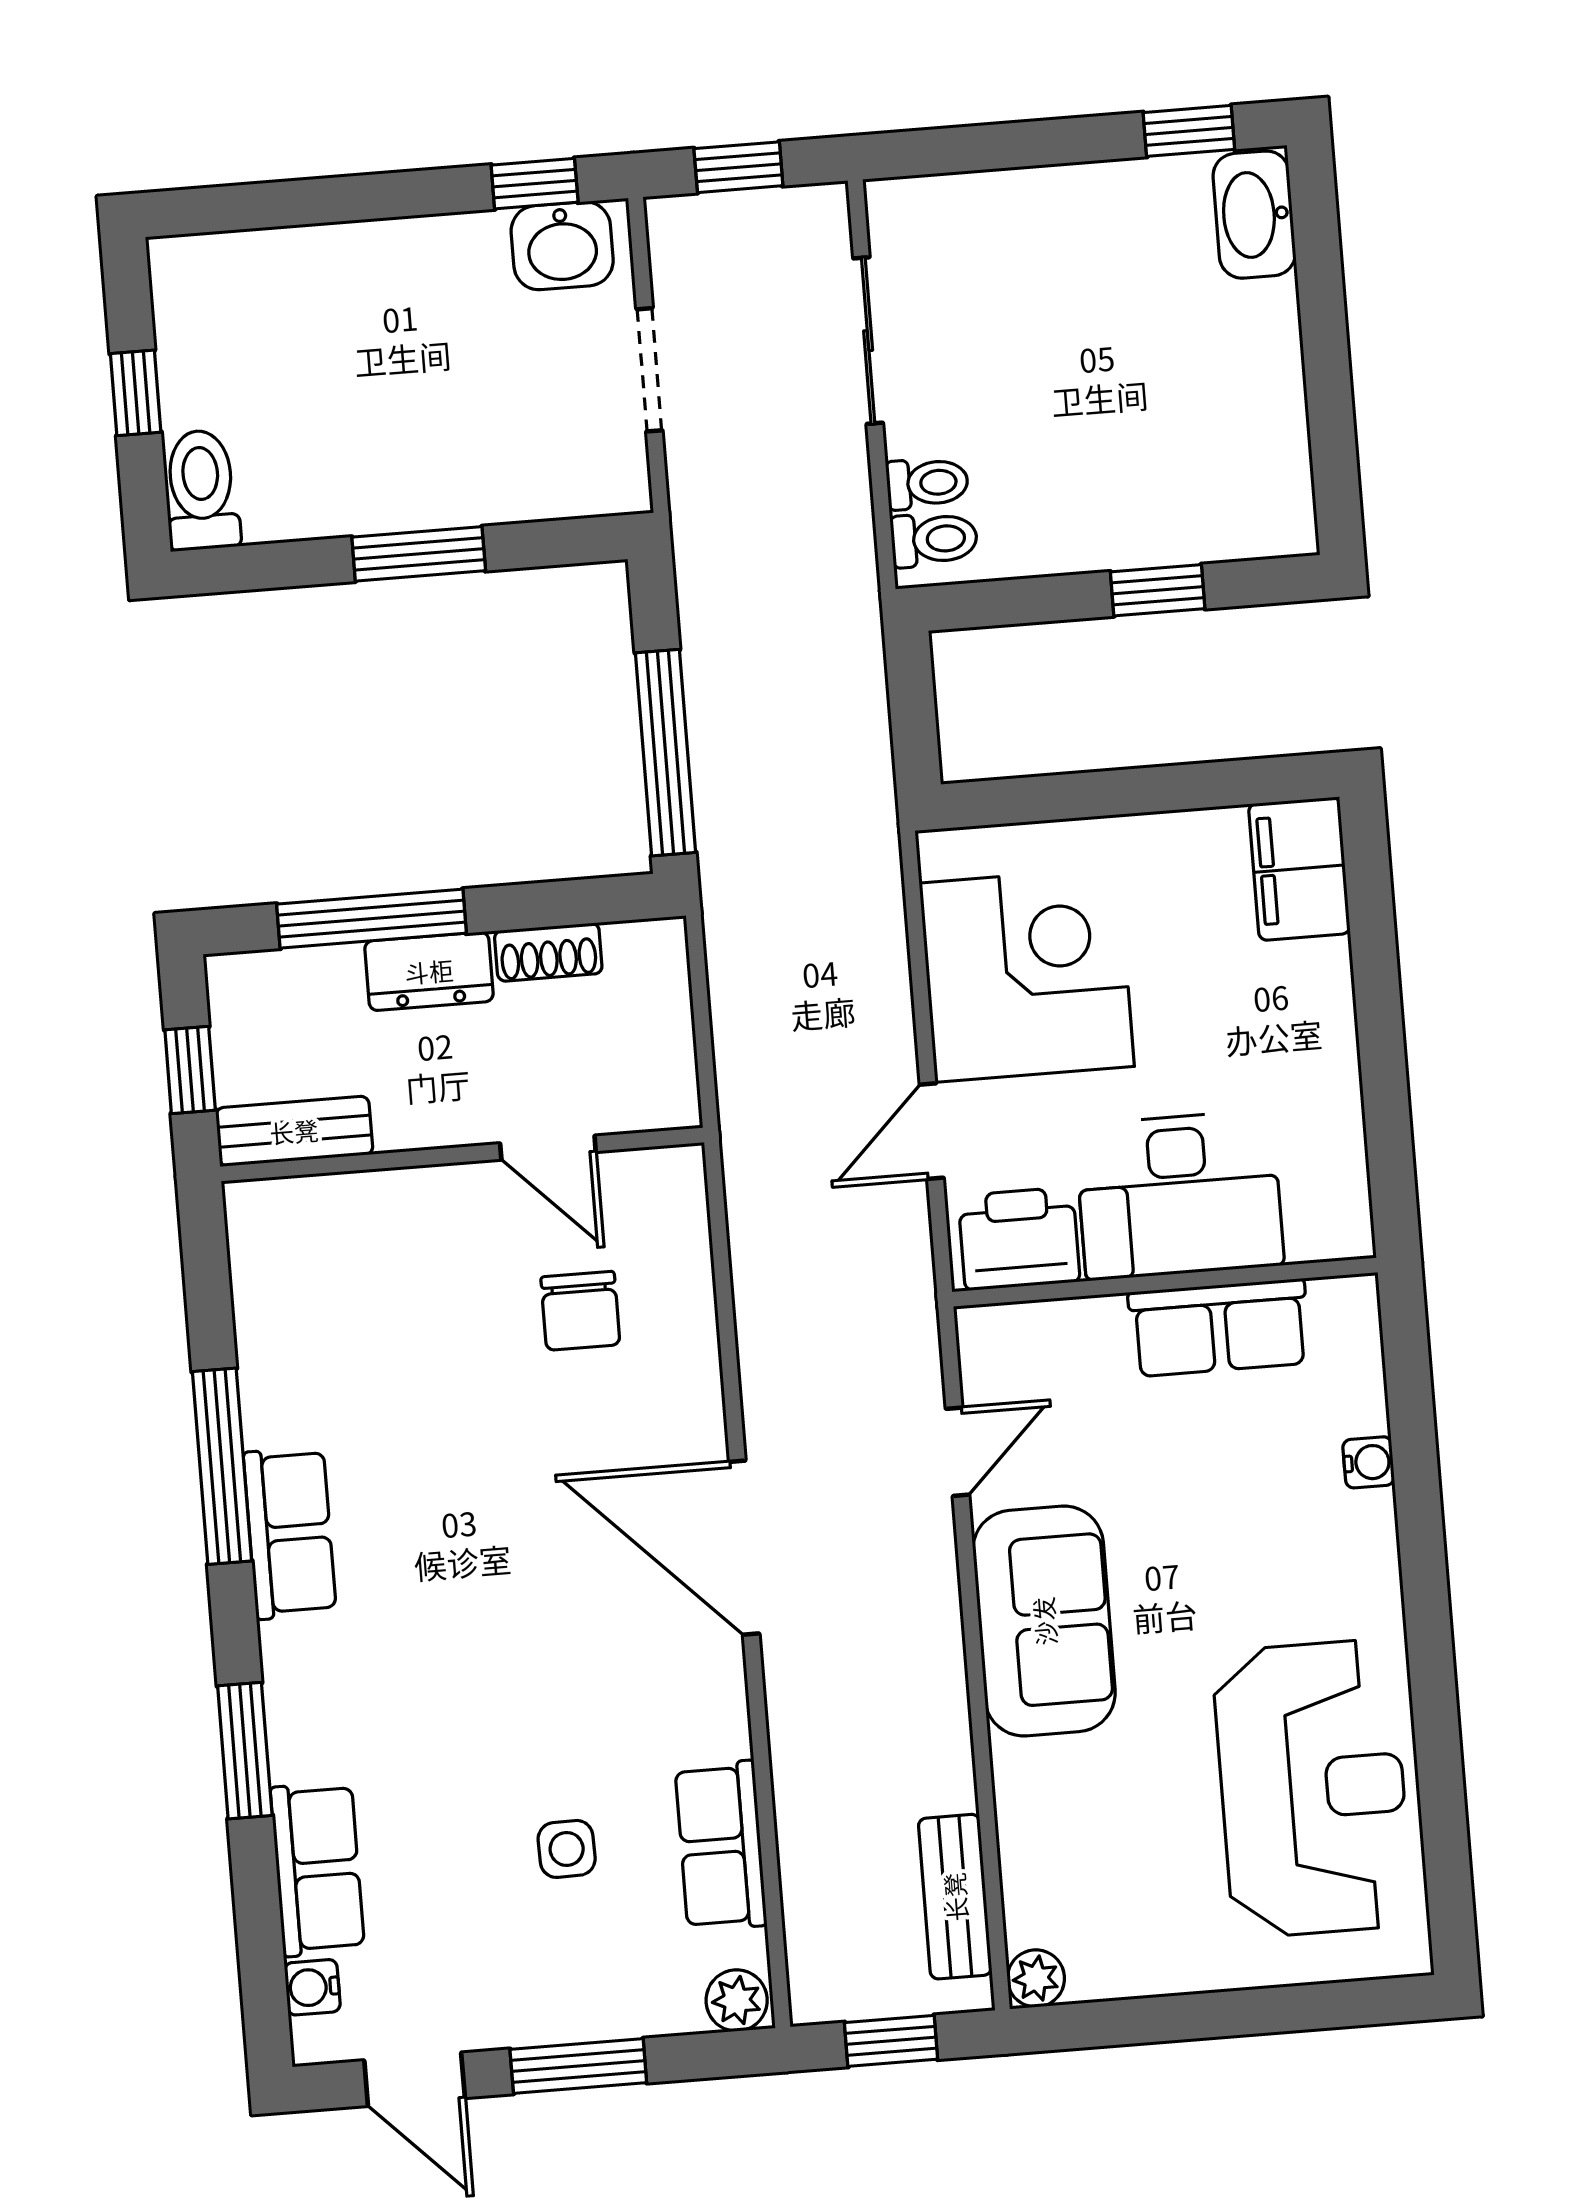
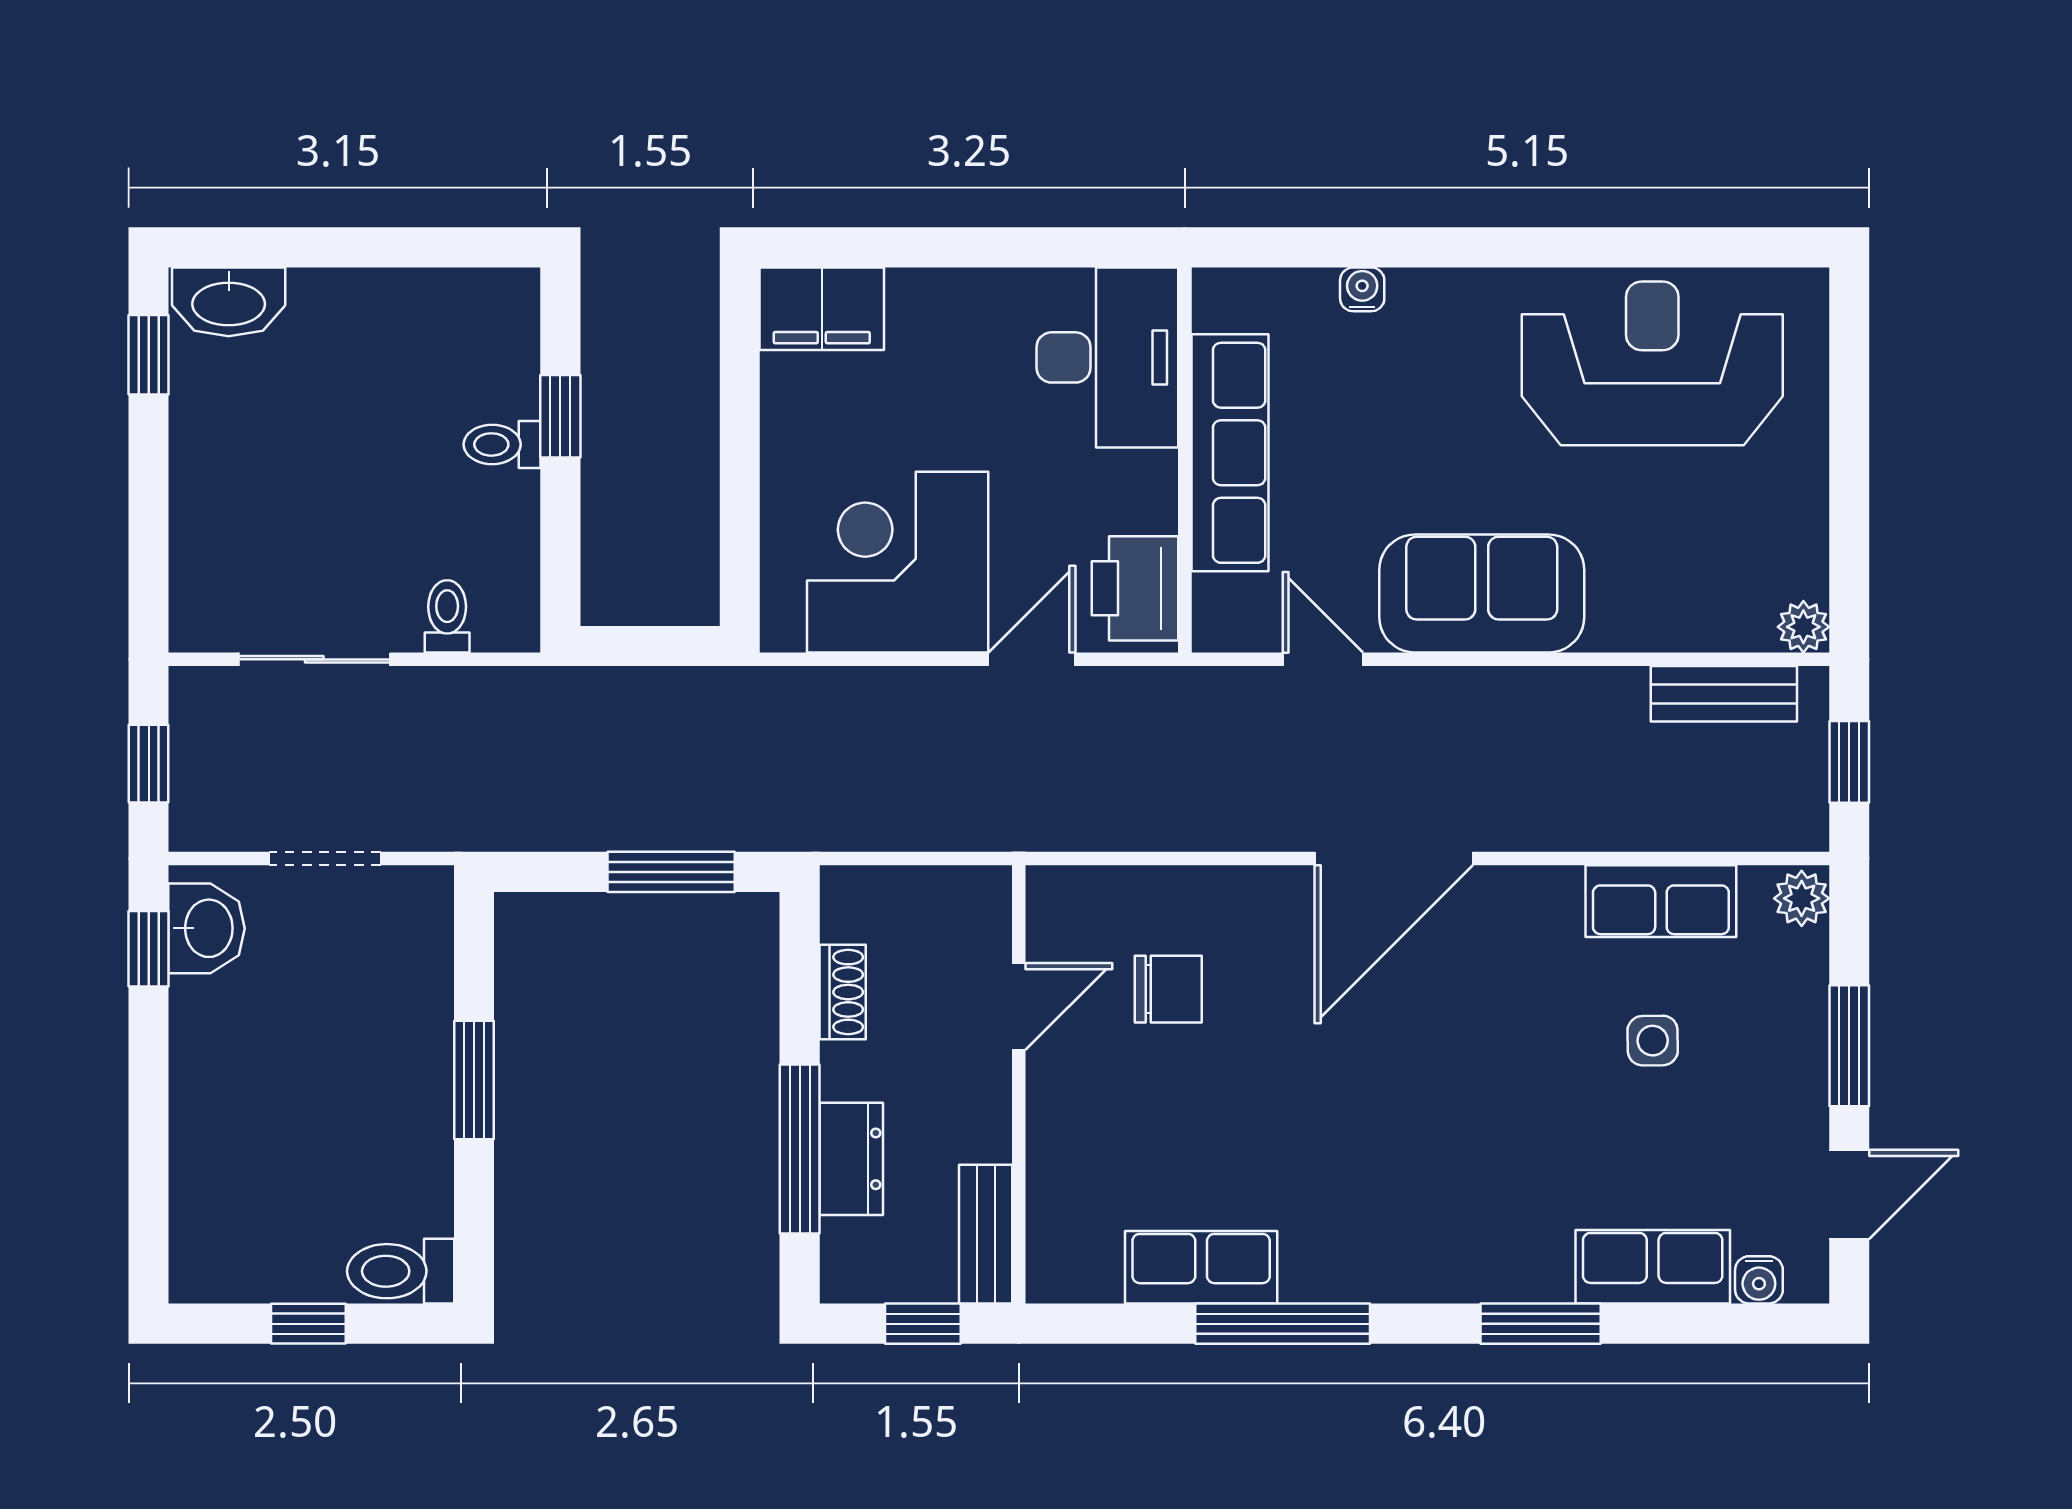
toilet: (934, 539) -> (502, 444), moved, turned -90
window: (666, 753) -> (671, 872), width x0.69
dresser: (429, 971) -> (851, 1159), moved
door: (932, 1131) -> (1032, 659), swing flipped
desk: (1179, 1195) -> (1107, 357), moved
row of seats: (1219, 1328) -> (1230, 453), width x1.48
row of seats: (290, 1533) -> (1201, 1267), moved

